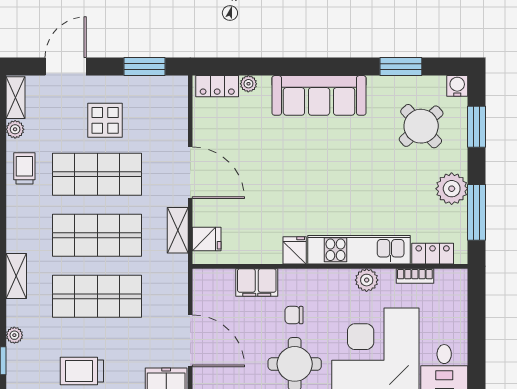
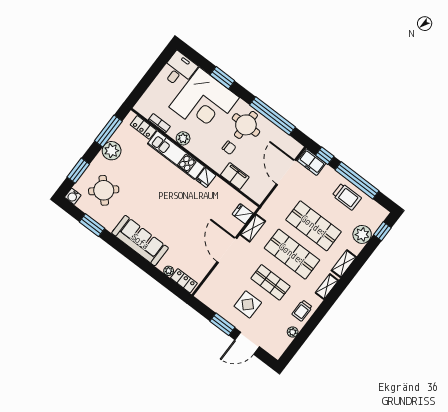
window: (144, 67) -> (222, 324), moved
shelving: (16, 98) -> (327, 287), moved
shop shelf: (97, 174) -> (270, 282), width x0.70, depth x0.74
plant: (14, 335) -> (362, 234), width x1.87, depth x1.87

